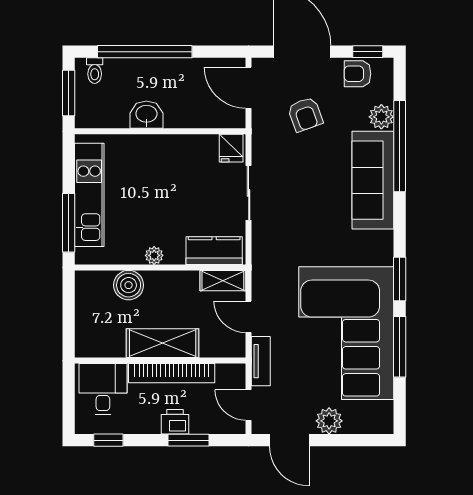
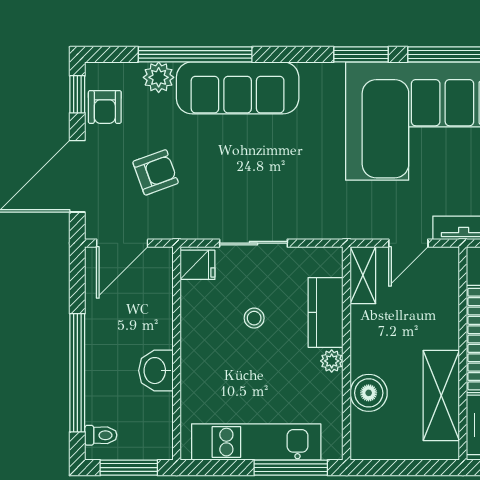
stool: (188, 193) -> (254, 318), added
kitchen counter: (214, 251) -> (326, 312), moved
shelving: (163, 343) -> (441, 395), moved

